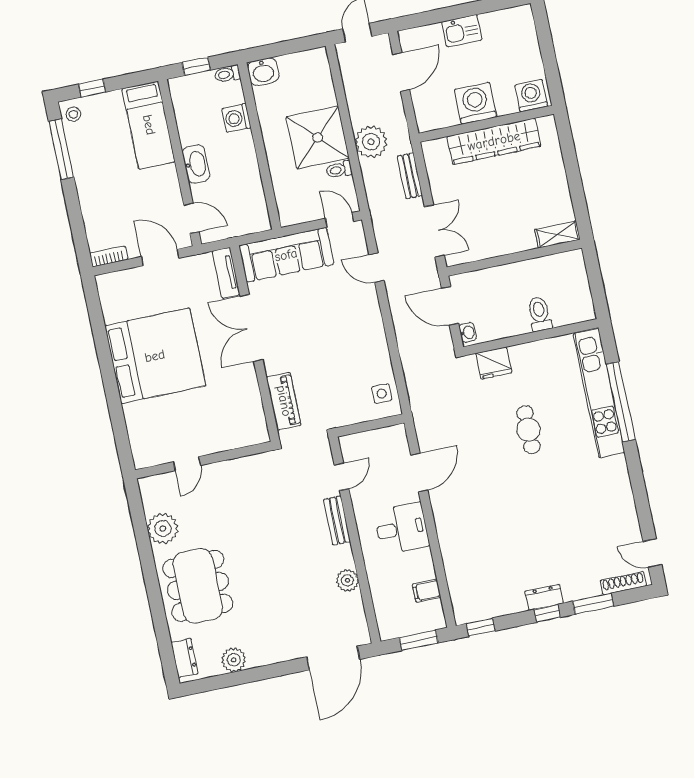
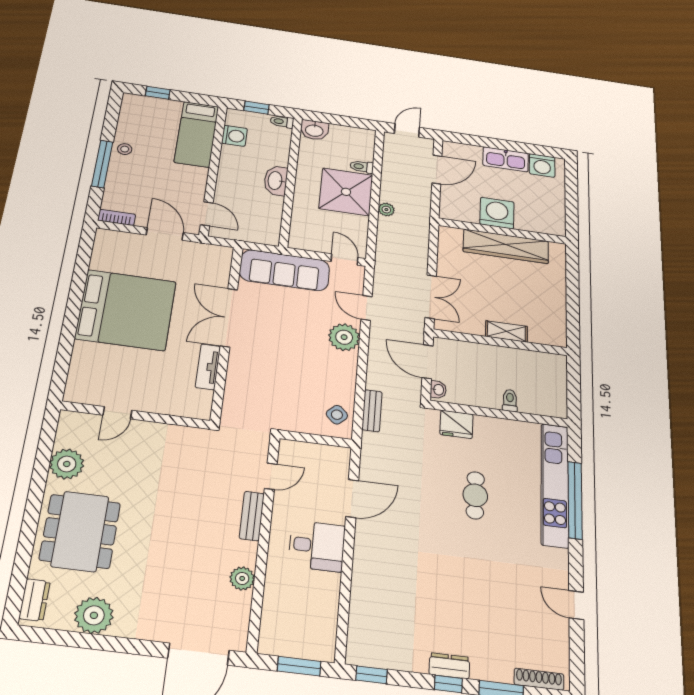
kitchen sink: (462, 31) -> (506, 159), width x1.38
washing machine: (531, 96) -> (542, 165), moved, turned 180
stool: (73, 114) -> (125, 149), moved
washing machine: (236, 118) -> (234, 136), moved, turned 180
plant: (371, 142) -> (386, 210), width x0.53, depth x0.53
window: (61, 149) -> (102, 164), moved
washbasin: (196, 164) -> (276, 181), moved, turned 180
toilet: (339, 170) -> (362, 167), moved
bench: (410, 176) -> (372, 411), moved
shelving: (558, 234) -> (506, 331), moved
tv unit: (226, 273) -> (208, 367), moved
plant: (365, 308) -> (344, 337), added
toilet: (540, 314) -> (510, 400), width x0.73, depth x0.72
side table: (382, 394) -> (337, 415), turned 45
piano: (284, 401) -> (237, 389), removed
door: (652, 553) -> (576, 605), moved
filing cabinet: (427, 591) -> (324, 617), removed
plant: (234, 660) -> (94, 615), width x1.36, depth x1.36

